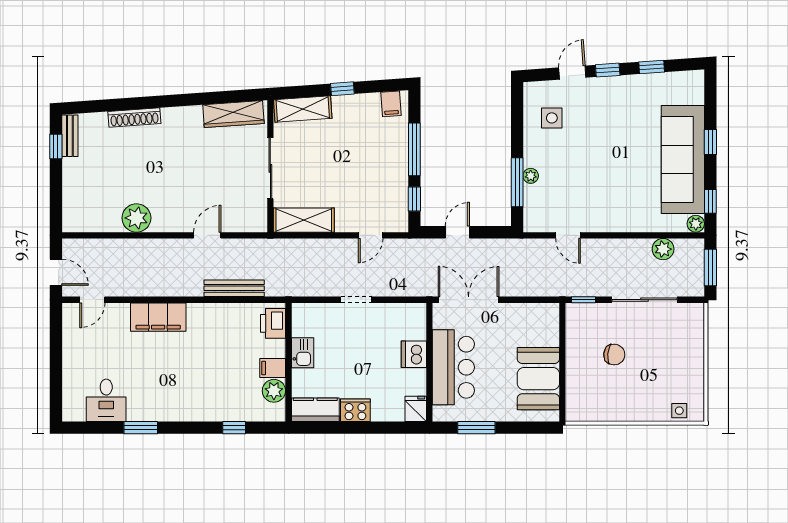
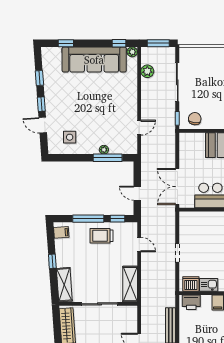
window: (710, 142) -> (66, 43), moved
trolley: (385, 172) -> (102, 236), added
dishwasher: (414, 354) -> (191, 284), moved, turned 180
chair: (614, 355) -> (195, 119), moved

